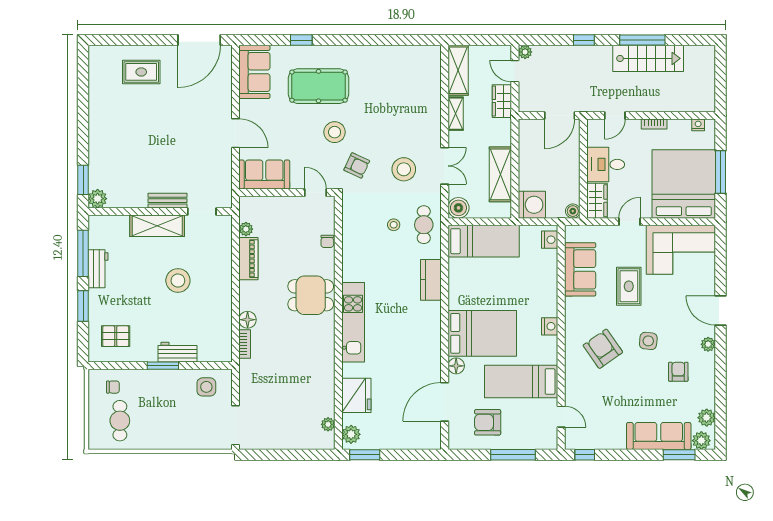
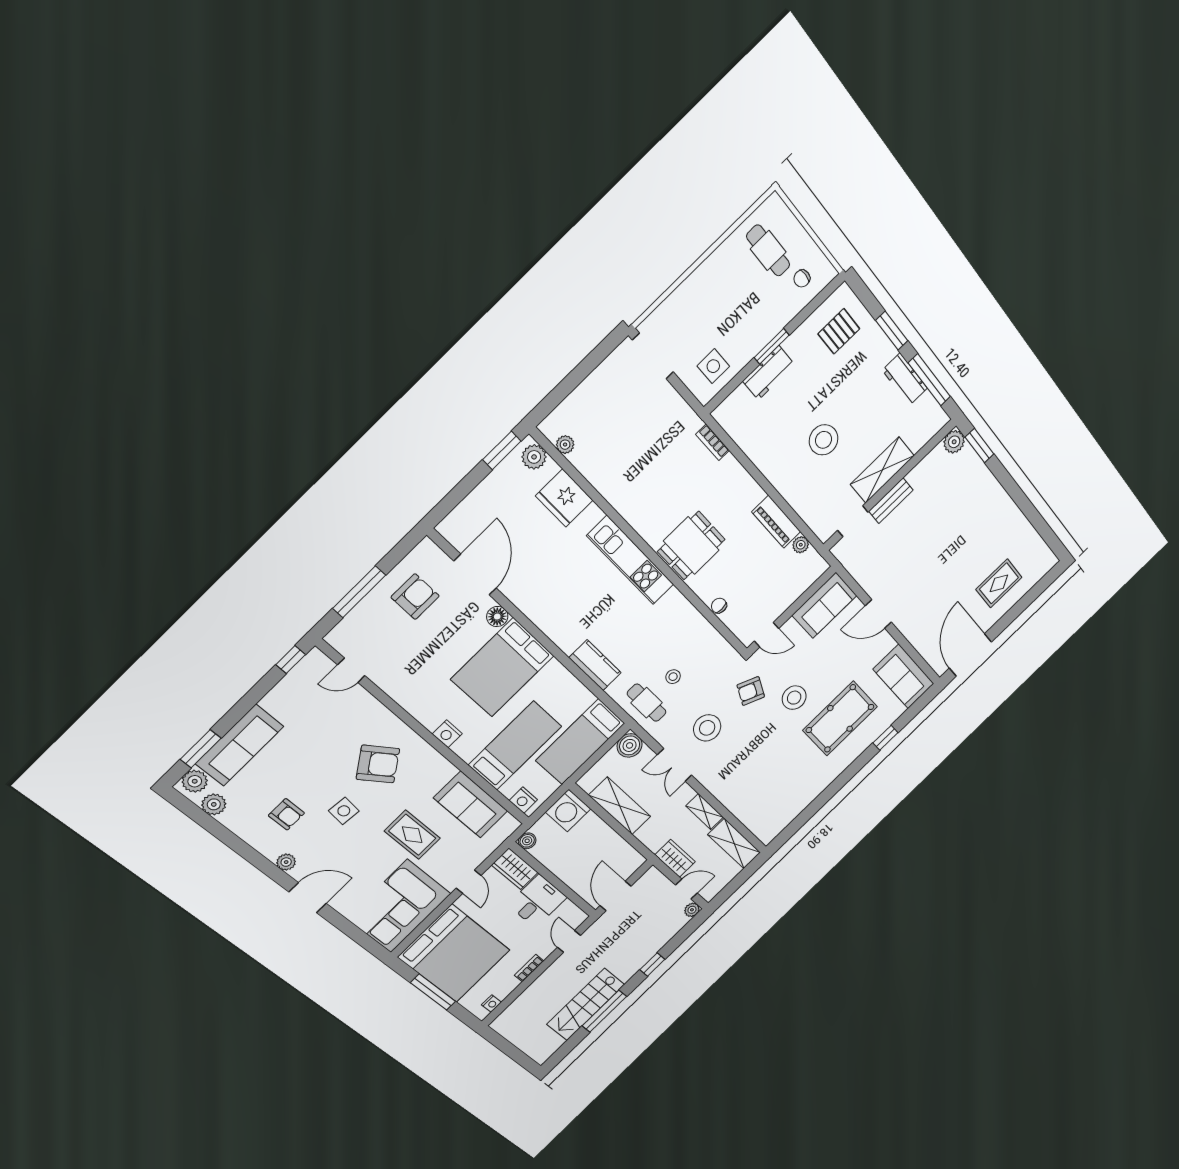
floor lamp: (248, 320) -> (729, 467), removed
bed: (521, 381) -> (515, 746), moved

